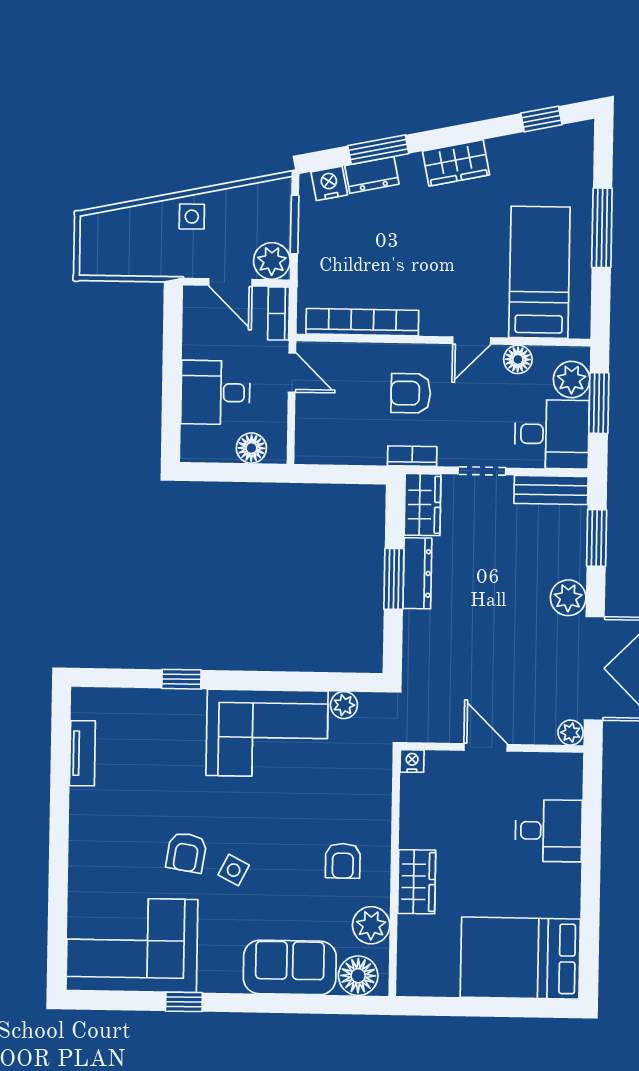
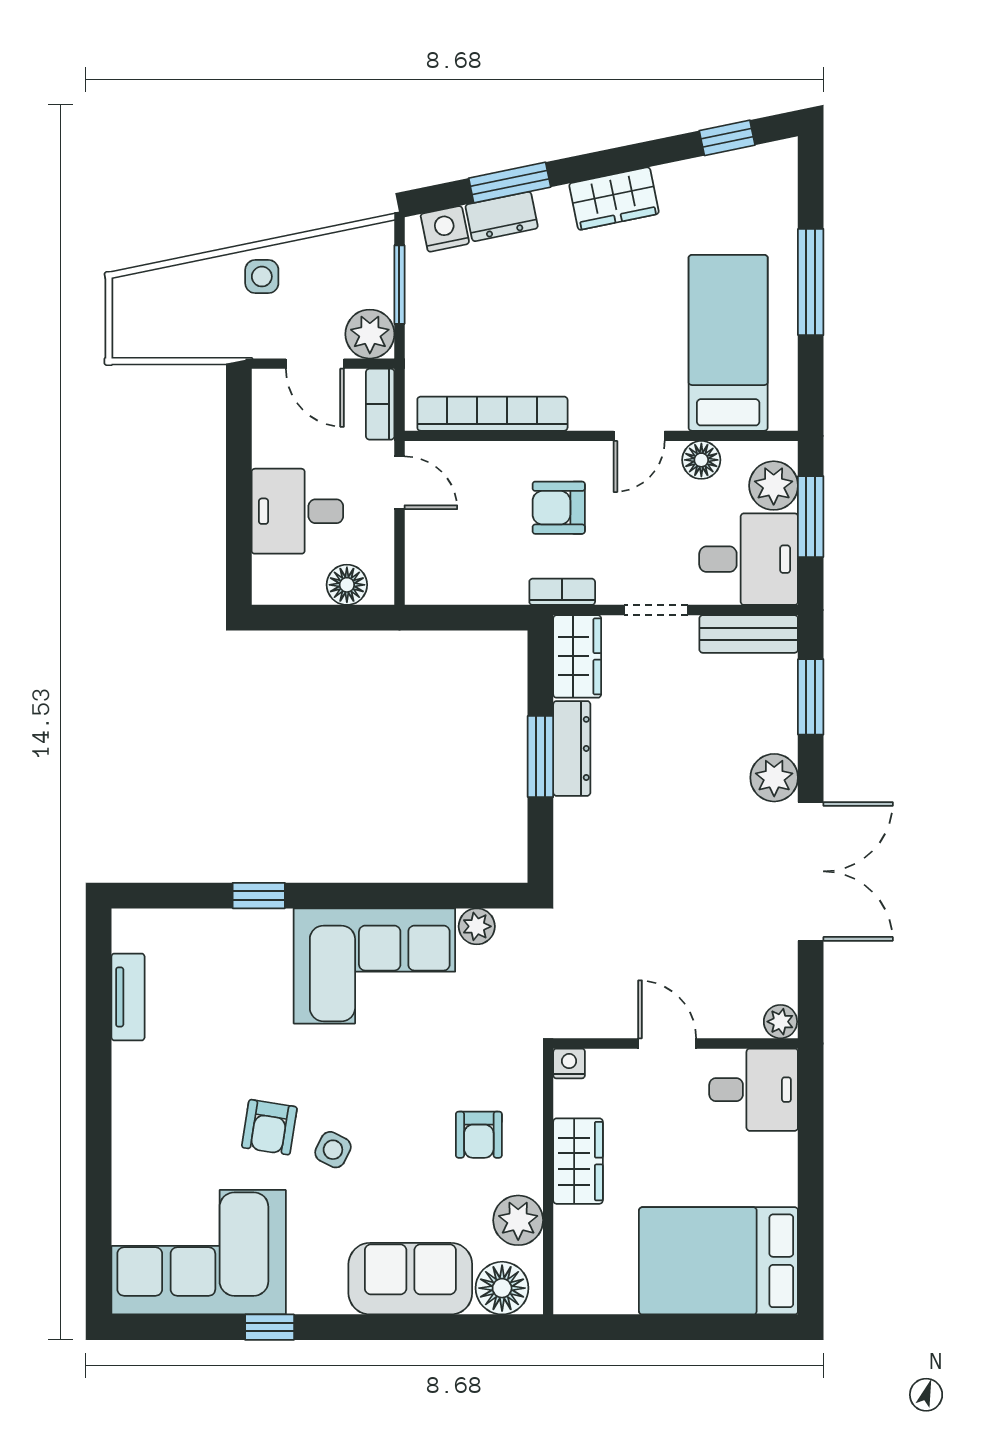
plant: (571, 733) -> (780, 1022), moved
door: (486, 747) -> (667, 1043), moved
wall: (492, 747) -> (676, 1043), moved
nightstand: (412, 761) -> (569, 1063), moved

